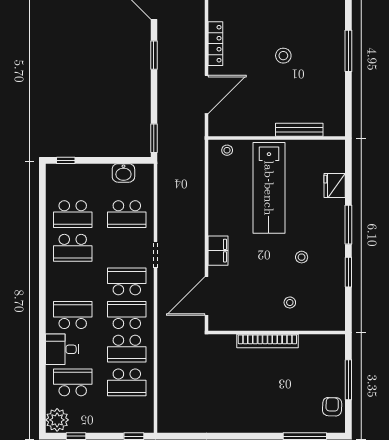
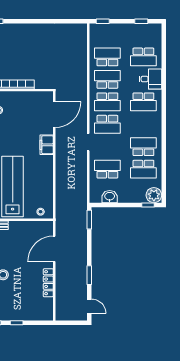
school desk: (73, 214) -> (143, 169), turned 180
plant: (57, 420) -> (154, 195), moved

